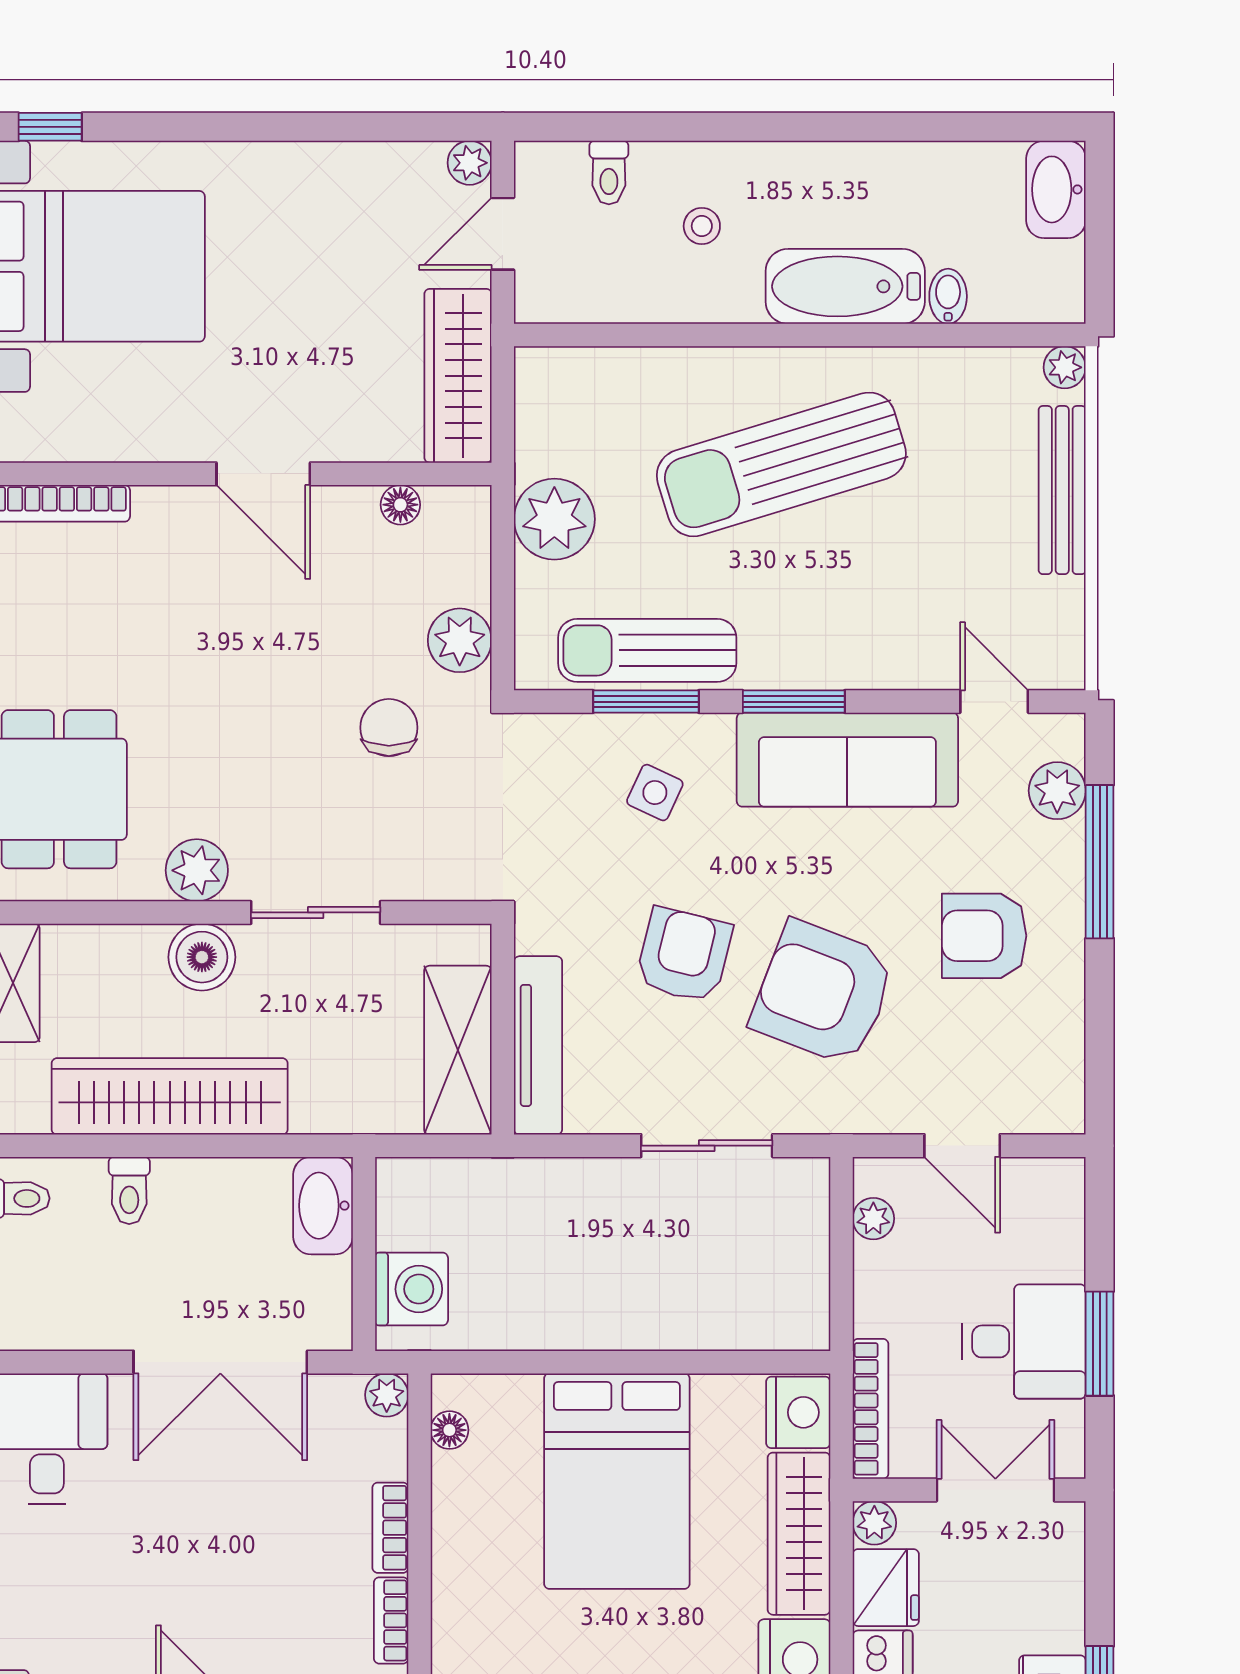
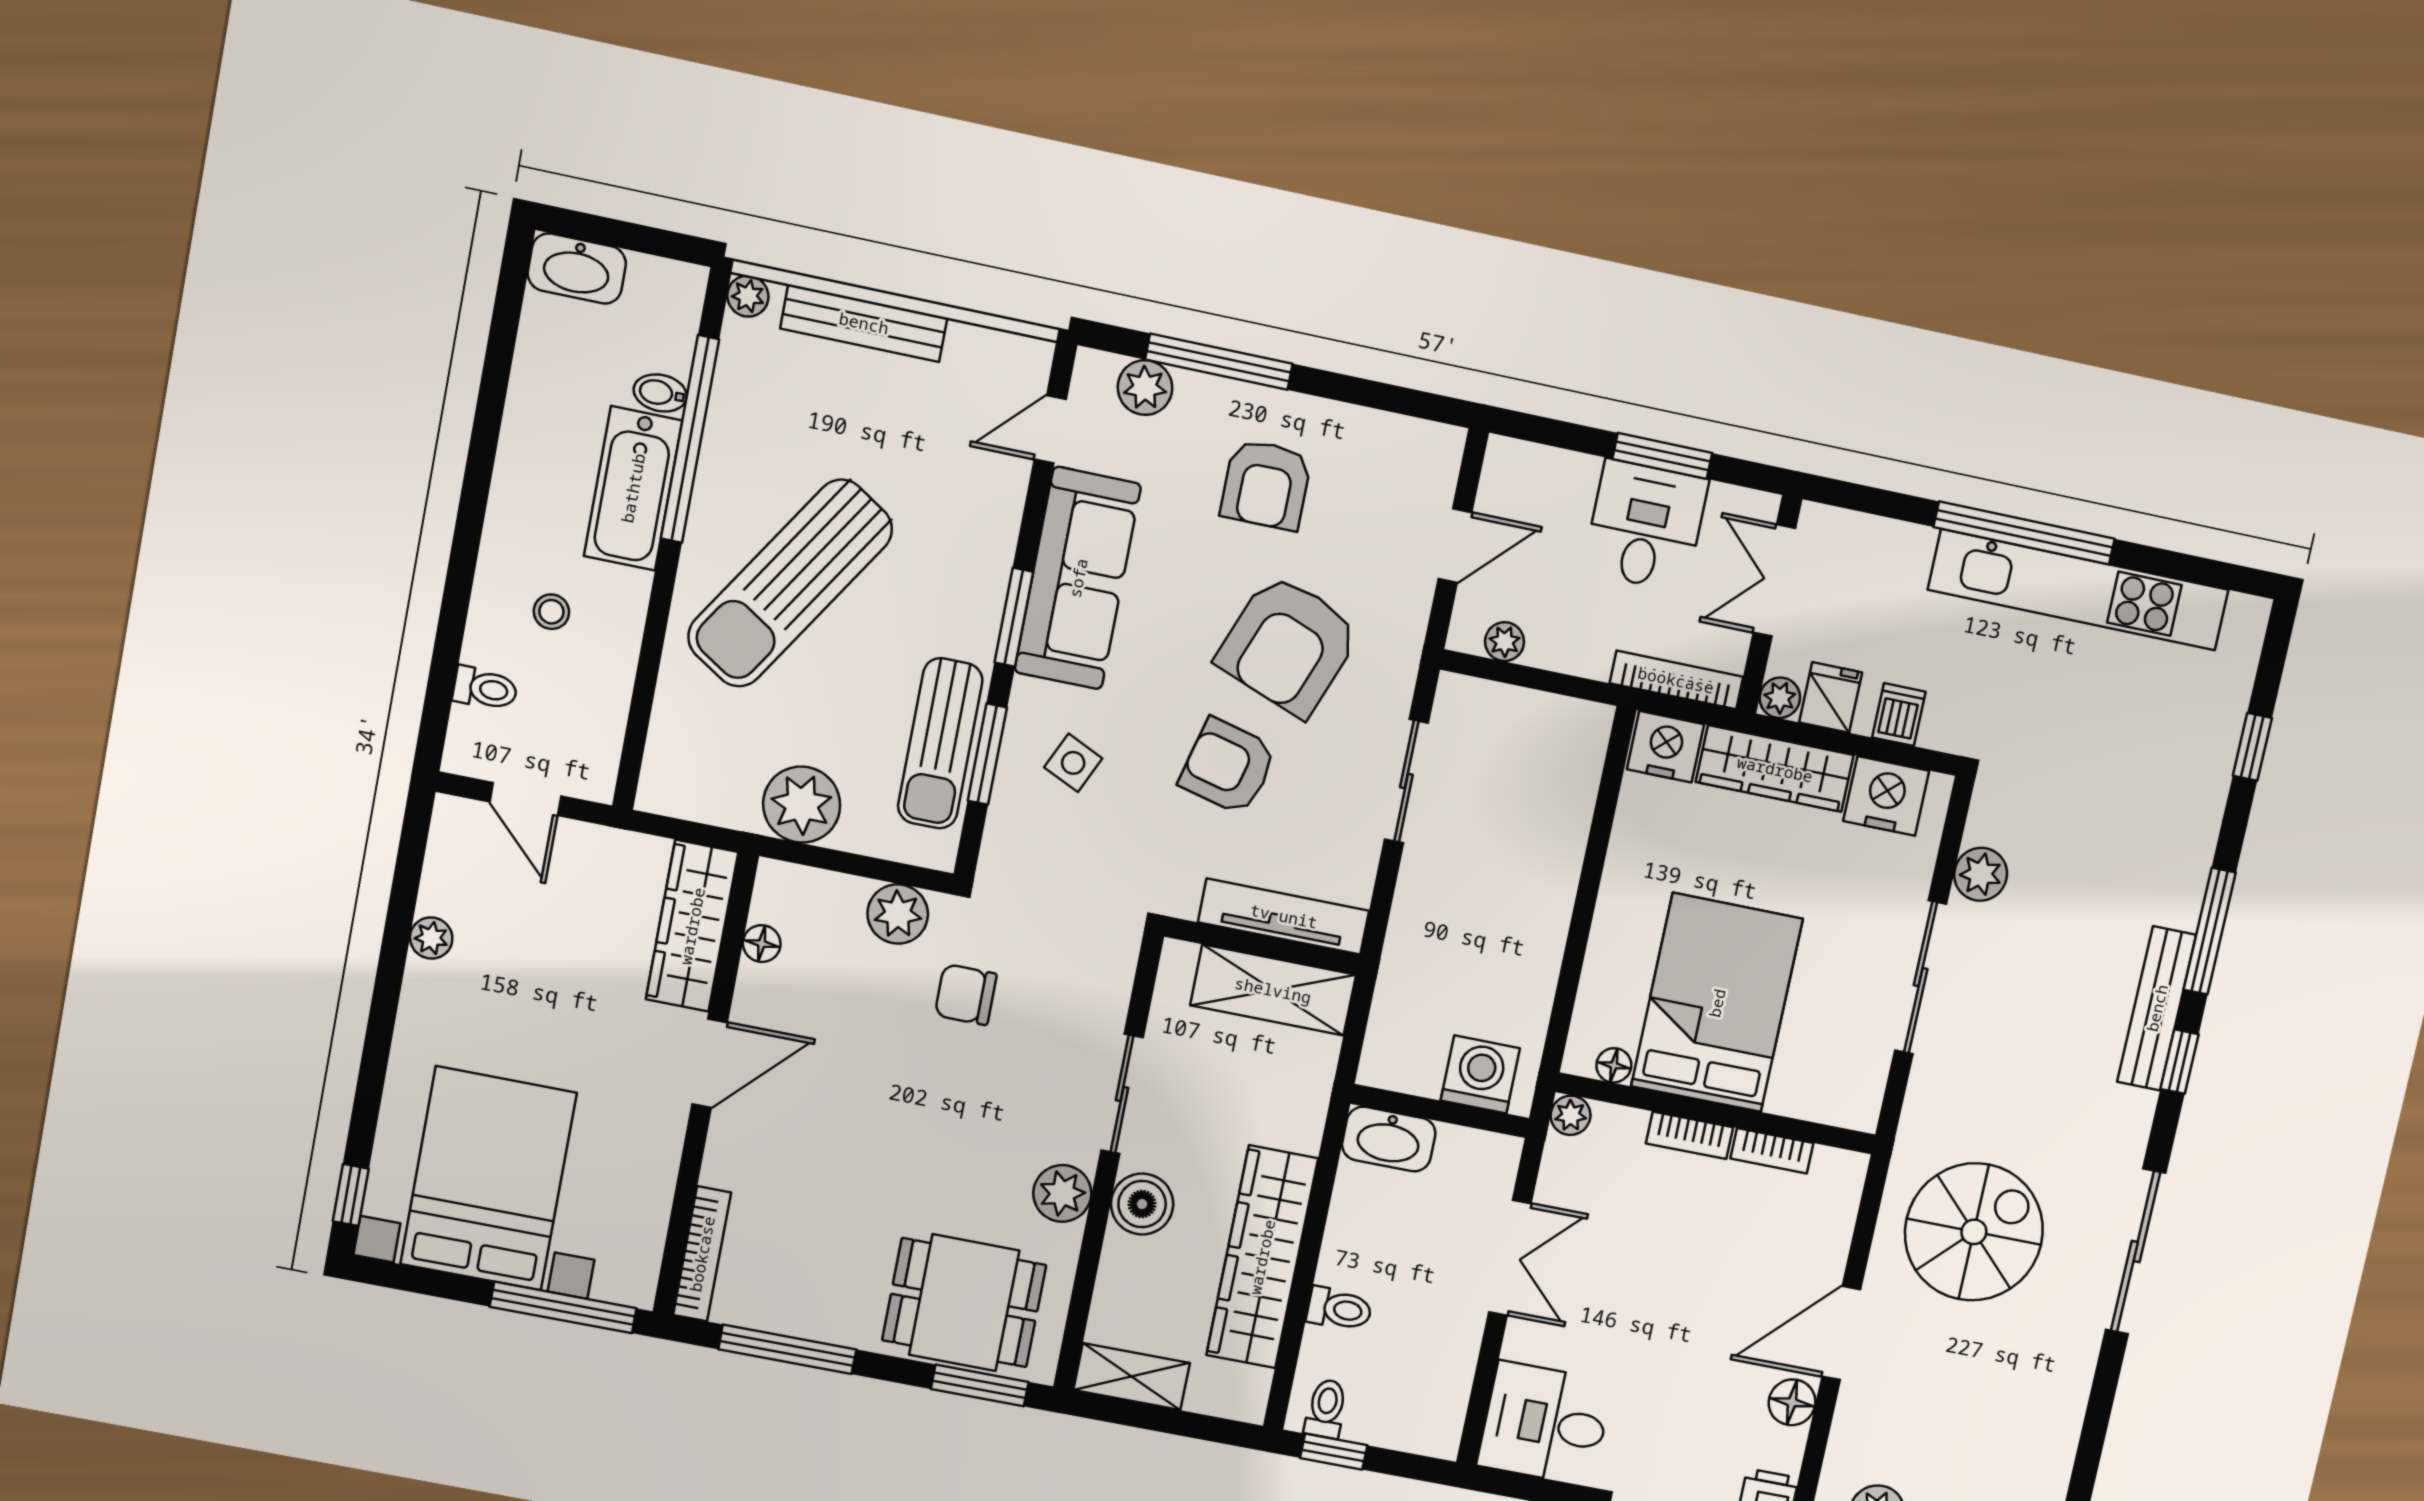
plant: (470, 163) -> (431, 938), moved
window: (907, 335) -> (690, 439), added
wardrobe: (458, 376) -> (692, 926), moved, turned 90
sun lounger: (781, 464) -> (790, 583), turned 50
double door: (220, 1362) -> (1510, 1258), width x0.73
bed: (617, 1481) -> (1717, 1003), moved, turned -90
fridge: (886, 1588) -> (1831, 697), width x0.72

